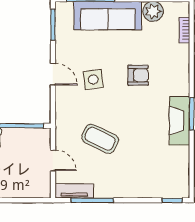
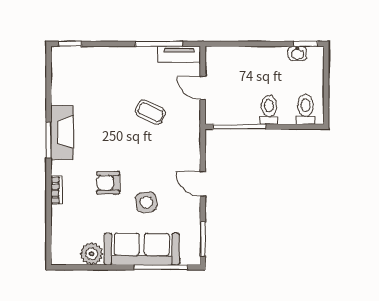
bookcase: (184, 30) -> (57, 190), moved
side table: (93, 79) -> (146, 202), moved
coffee table: (100, 139) -> (150, 112), width x0.73, depth x0.77

